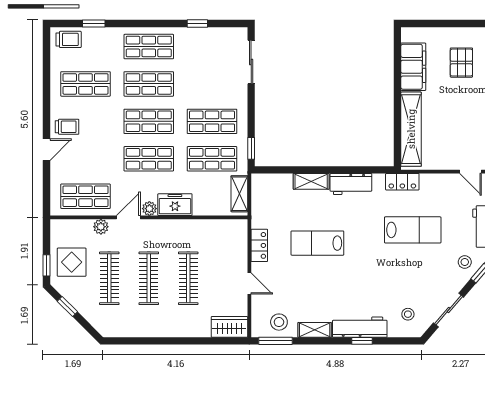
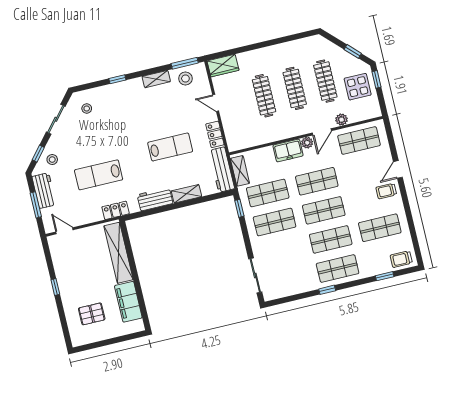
window: (197, 23) -> (327, 290), moved
pallet: (461, 63) -> (92, 314), turned 90
workbench: (360, 327) -> (222, 170), moved, turned 90

